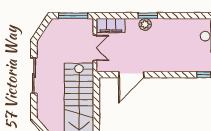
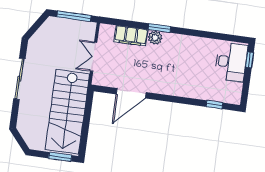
filing cabinet: (111, 26) -> (131, 36), moved
double door: (95, 48) -> (94, 57), swing flipped

